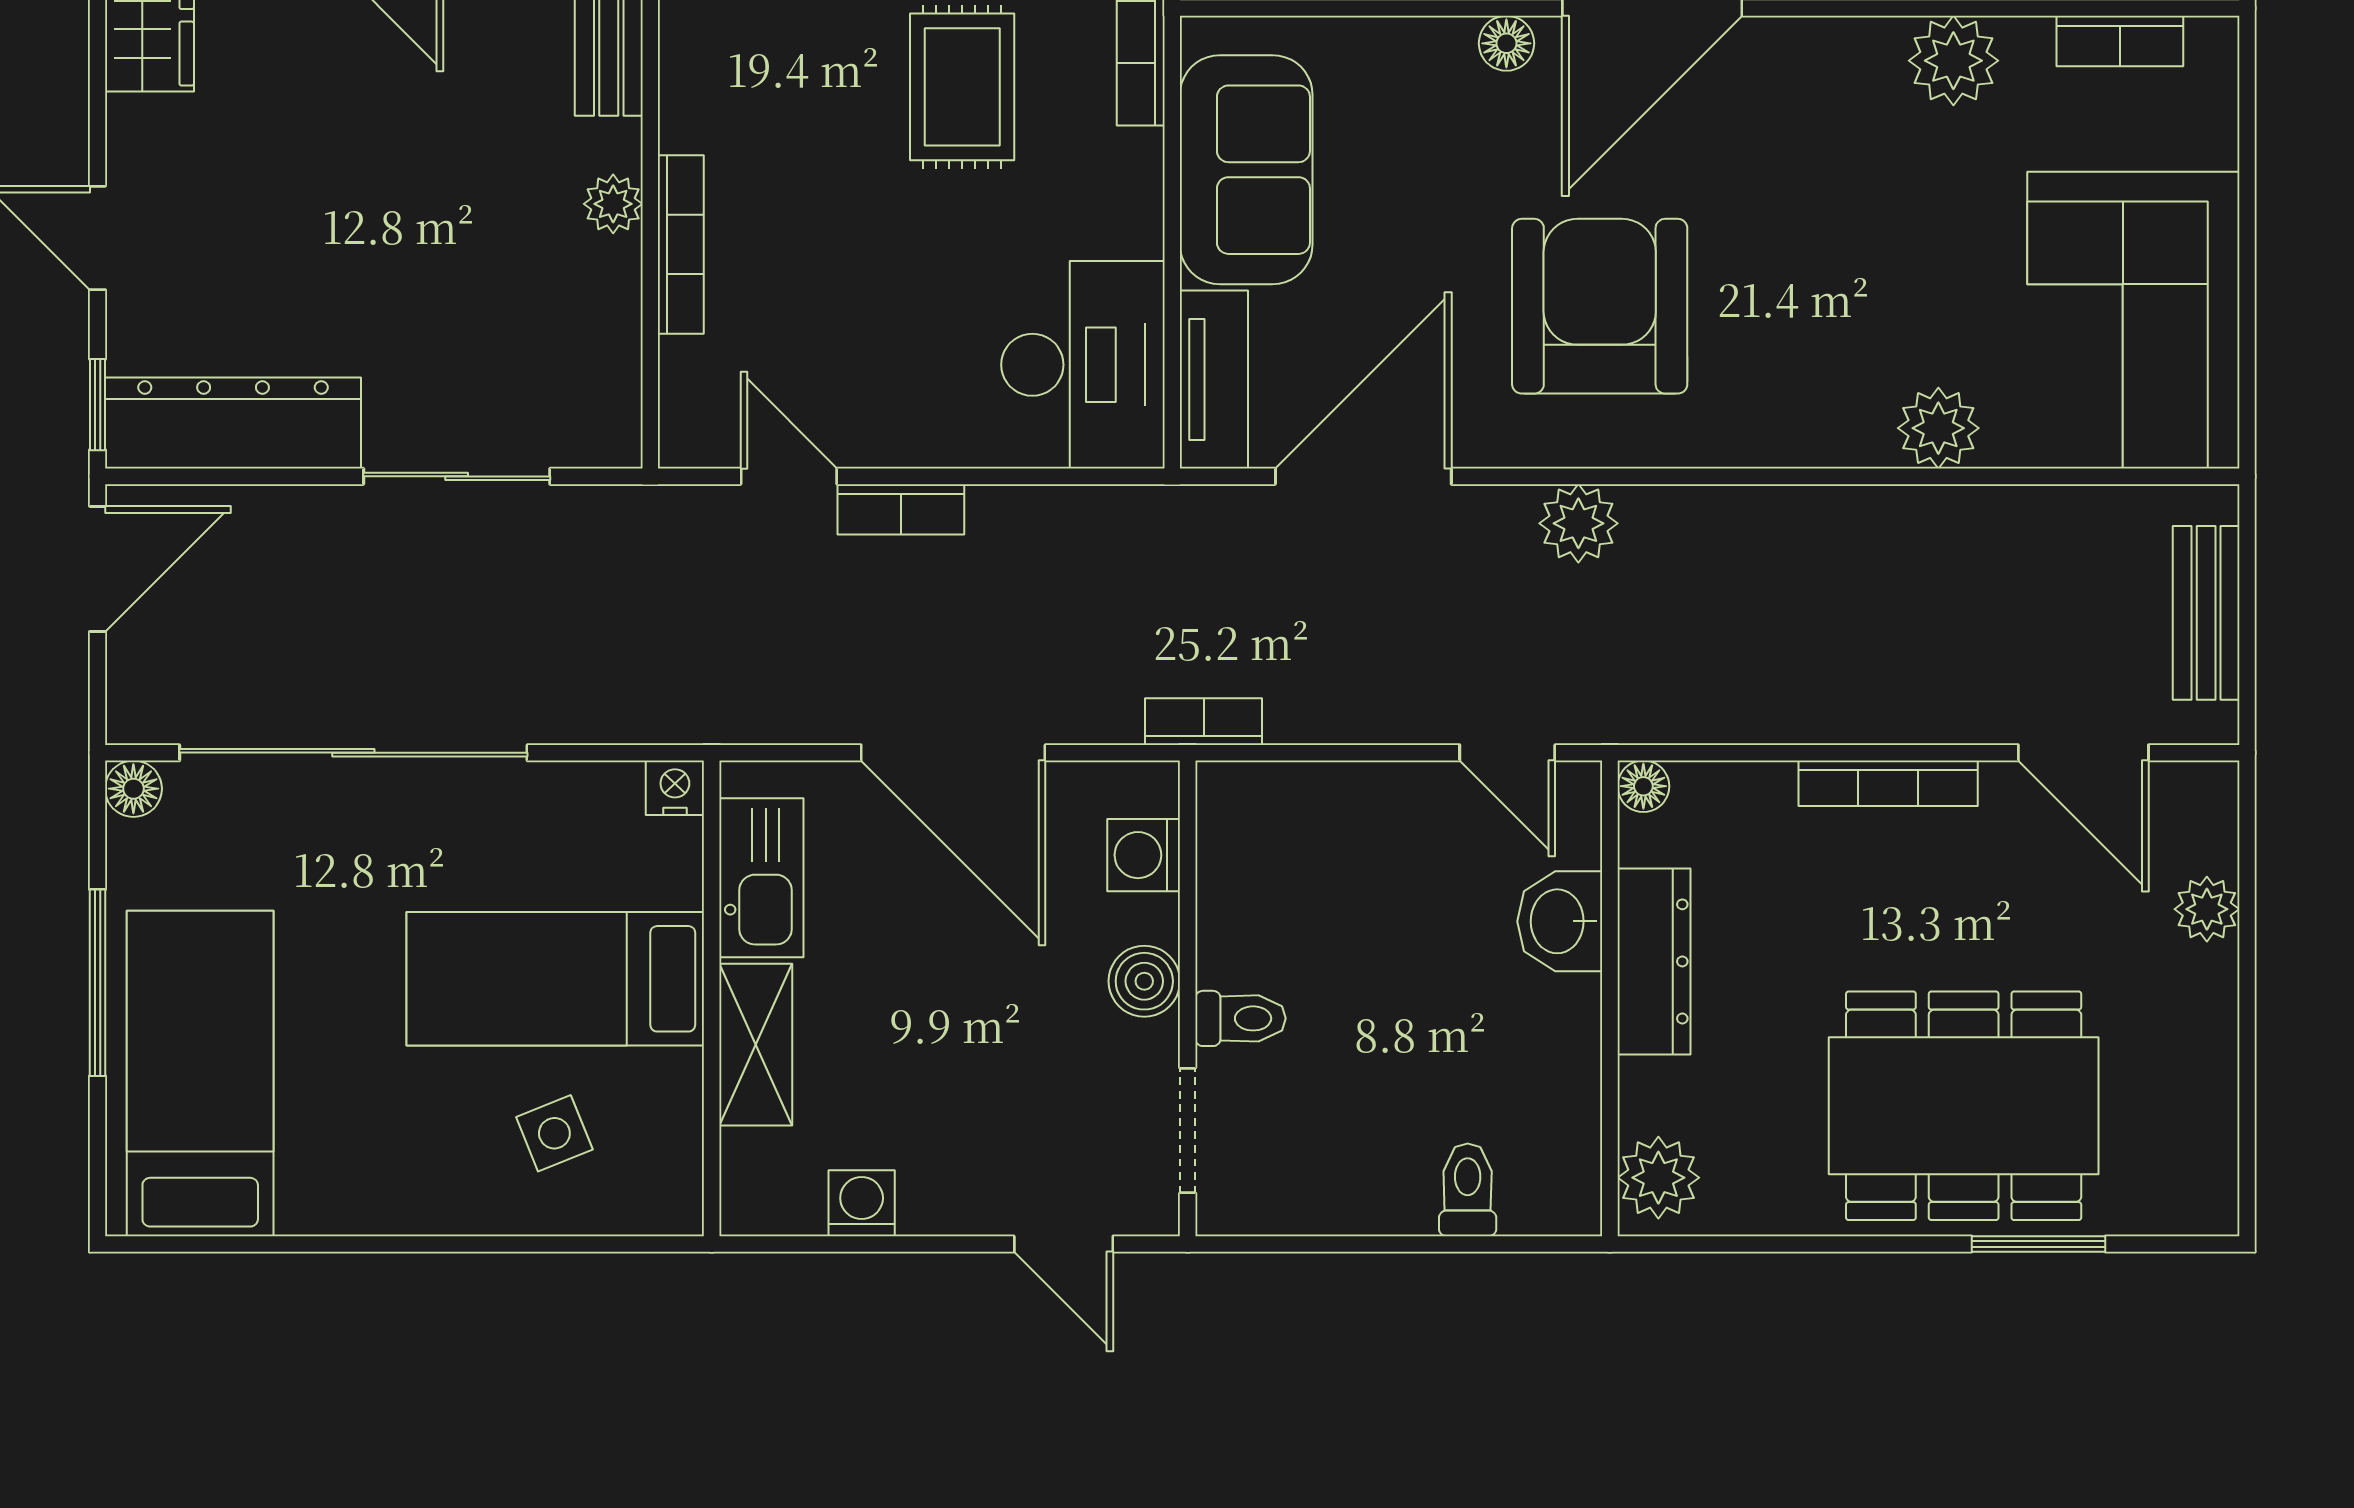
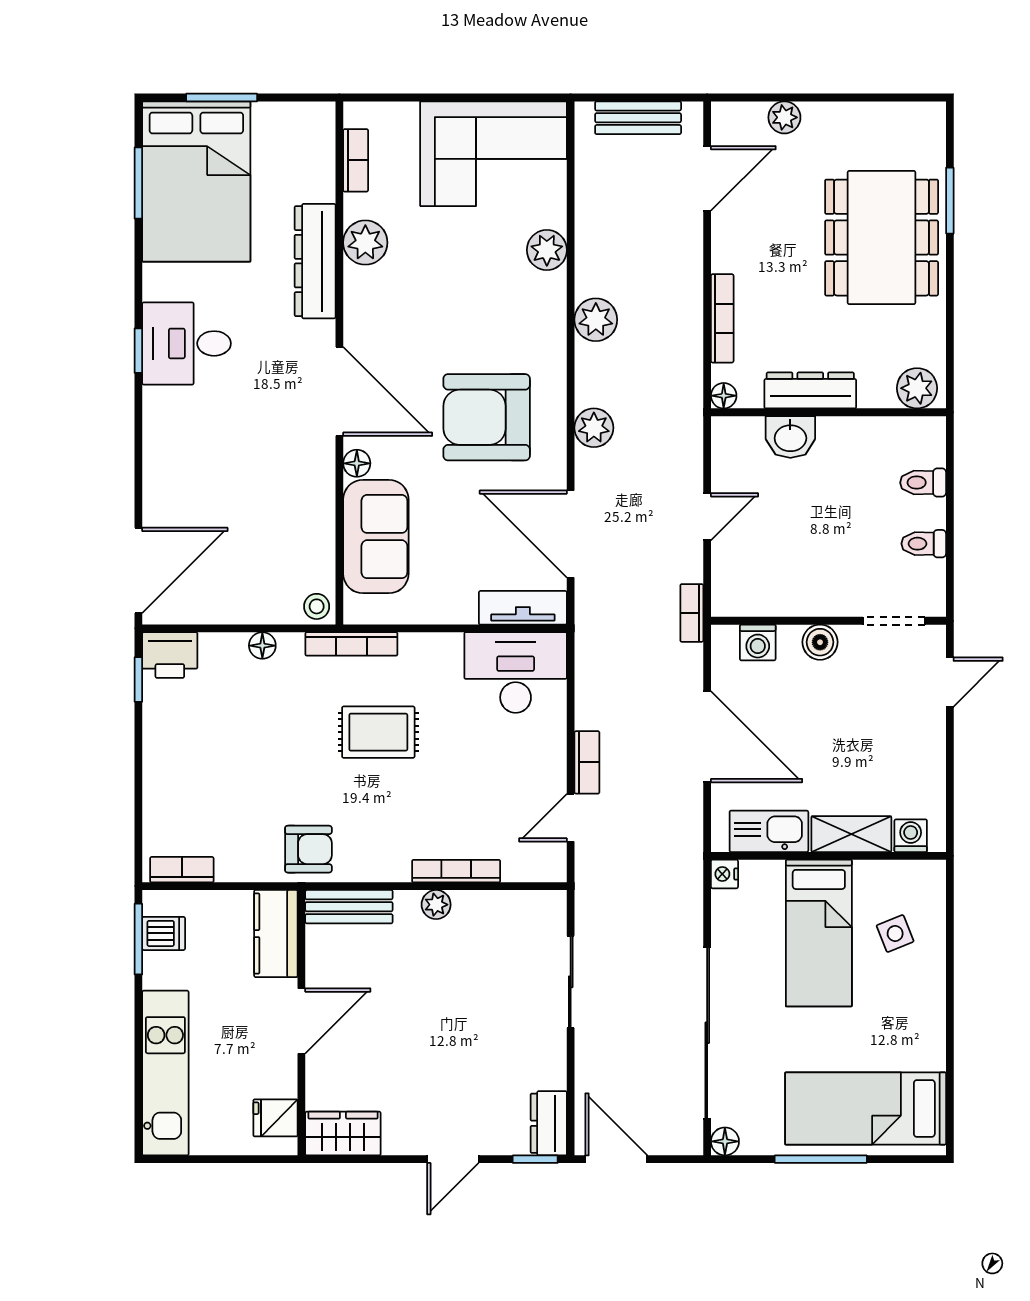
sofa: (1246, 170) -> (376, 537), moved, turned 90
dresser: (233, 423) -> (549, 1123), width x0.51, depth x0.80
plant: (1797, 527) -> (596, 320), added
door: (953, 753) -> (707, 737), hinge flipped
door: (1507, 753) -> (707, 517), moved
bookcase: (1888, 783) -> (722, 318), moved
toilet: (1240, 1018) -> (924, 544), moved, turned -90
washing machine: (862, 1203) -> (911, 836), moved, turned 90

